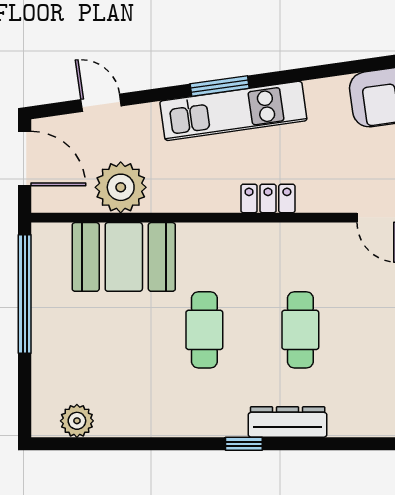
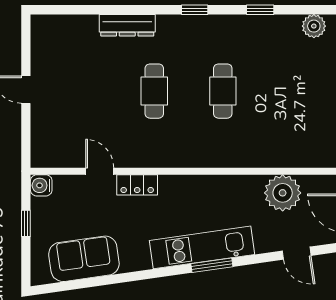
locker: (268, 198) -> (137, 185), moved
booth: (124, 257) -> (280, 143), removed
dresser: (288, 422) -> (127, 25), moved
window: (152, 444) -> (260, 10), added

